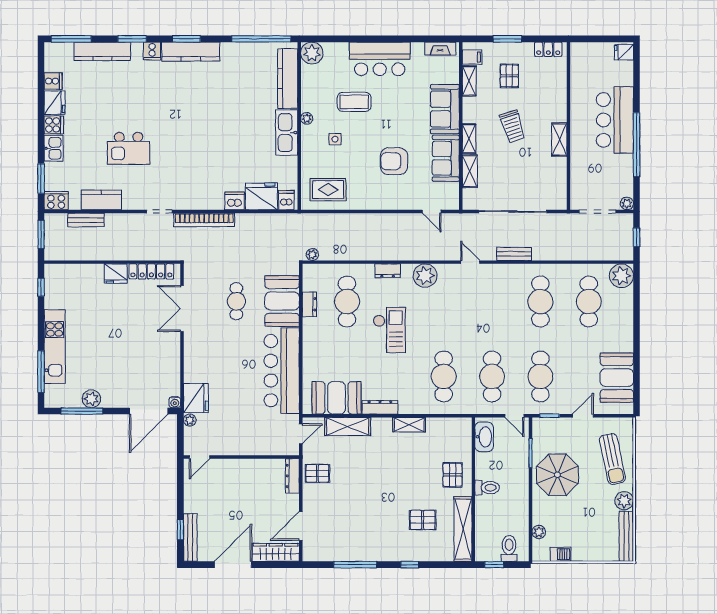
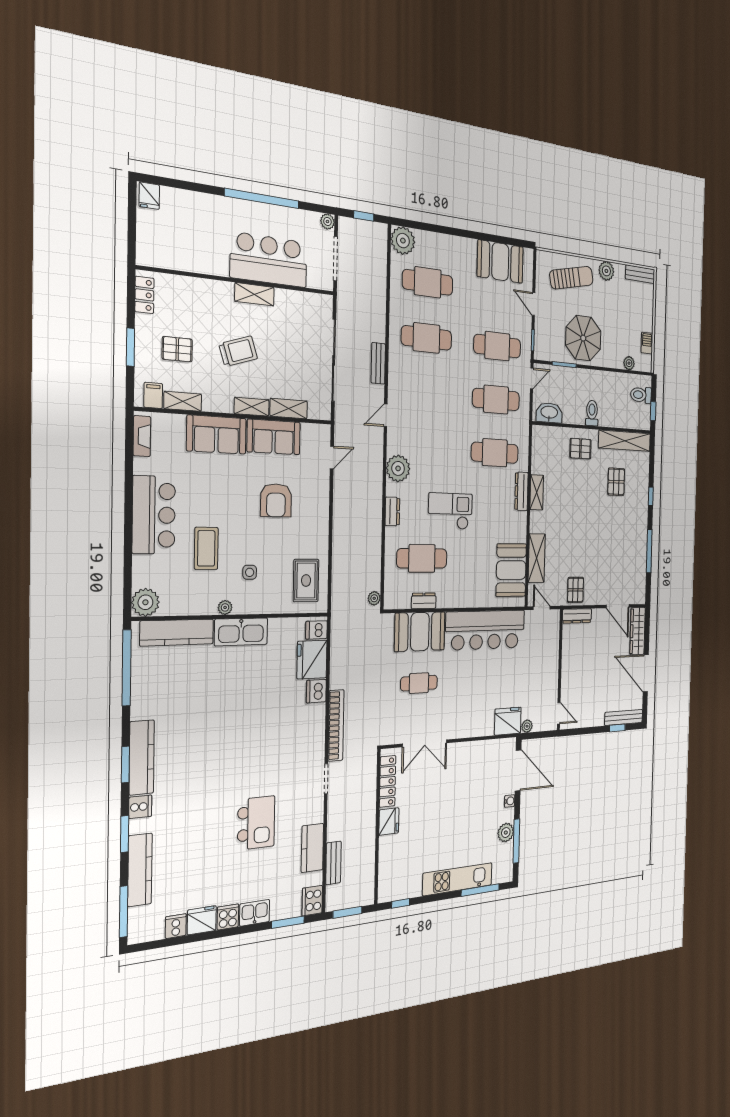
bar counter: (615, 120) -> (269, 260), moved, turned 180
water cooler: (175, 402) -> (510, 801), moved
dresser: (380, 407) -> (521, 491), moved
bench: (626, 536) -> (640, 274), width x0.73

